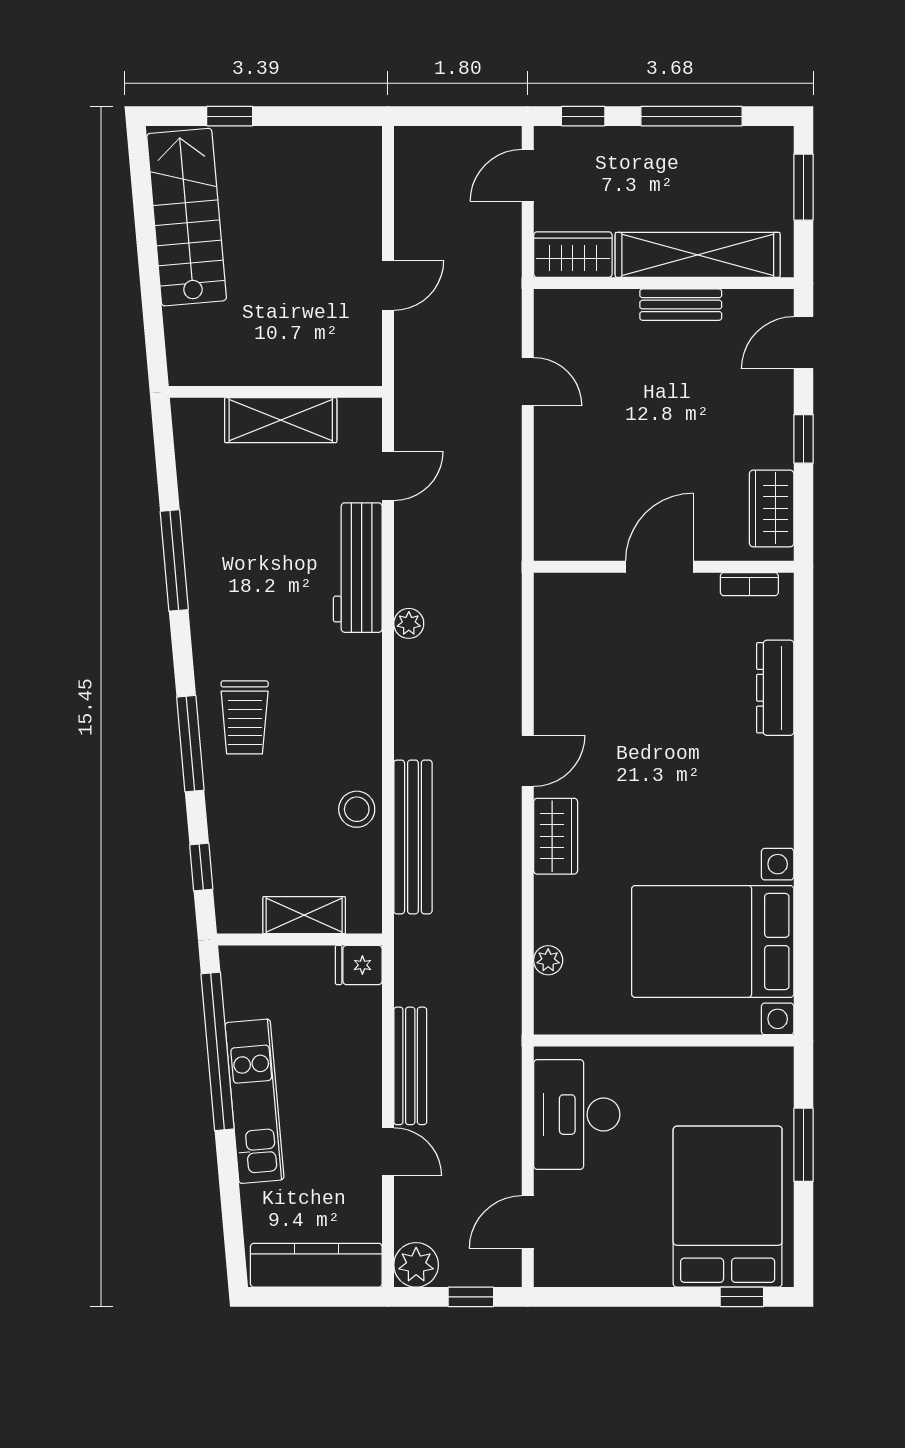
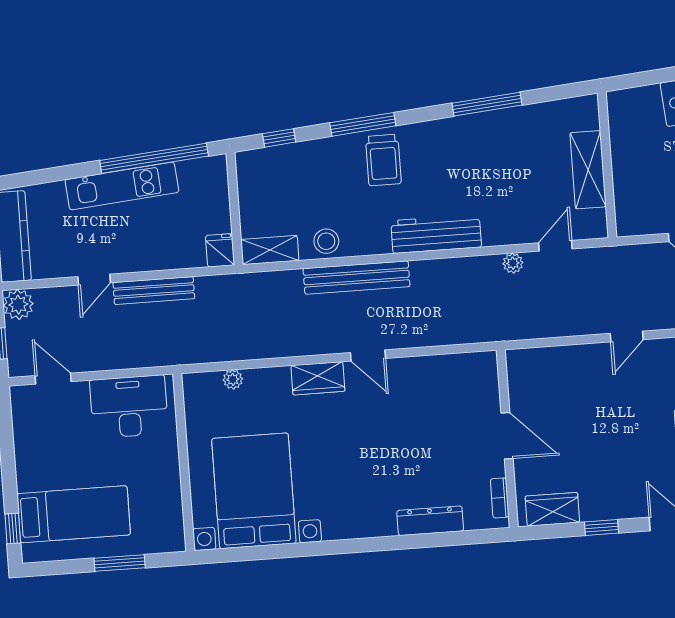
door: (388, 476) -> (555, 246), swing flipped
workbench: (358, 568) -> (436, 234), moved
plant: (409, 623) -> (513, 263), moved
trolley: (245, 717) -> (383, 160), turned -90
bench: (413, 837) -> (357, 278), moved
shelving: (304, 915) -> (270, 250), moved, turned 90
bed: (728, 1207) -> (74, 514), width x0.67

